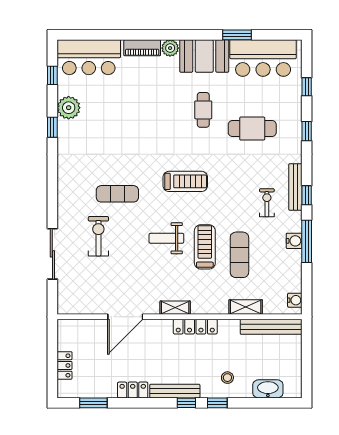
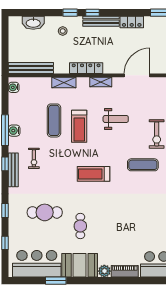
weight bench: (166, 238) -> (116, 119), moved
shelving: (246, 307) -> (64, 82), moved

